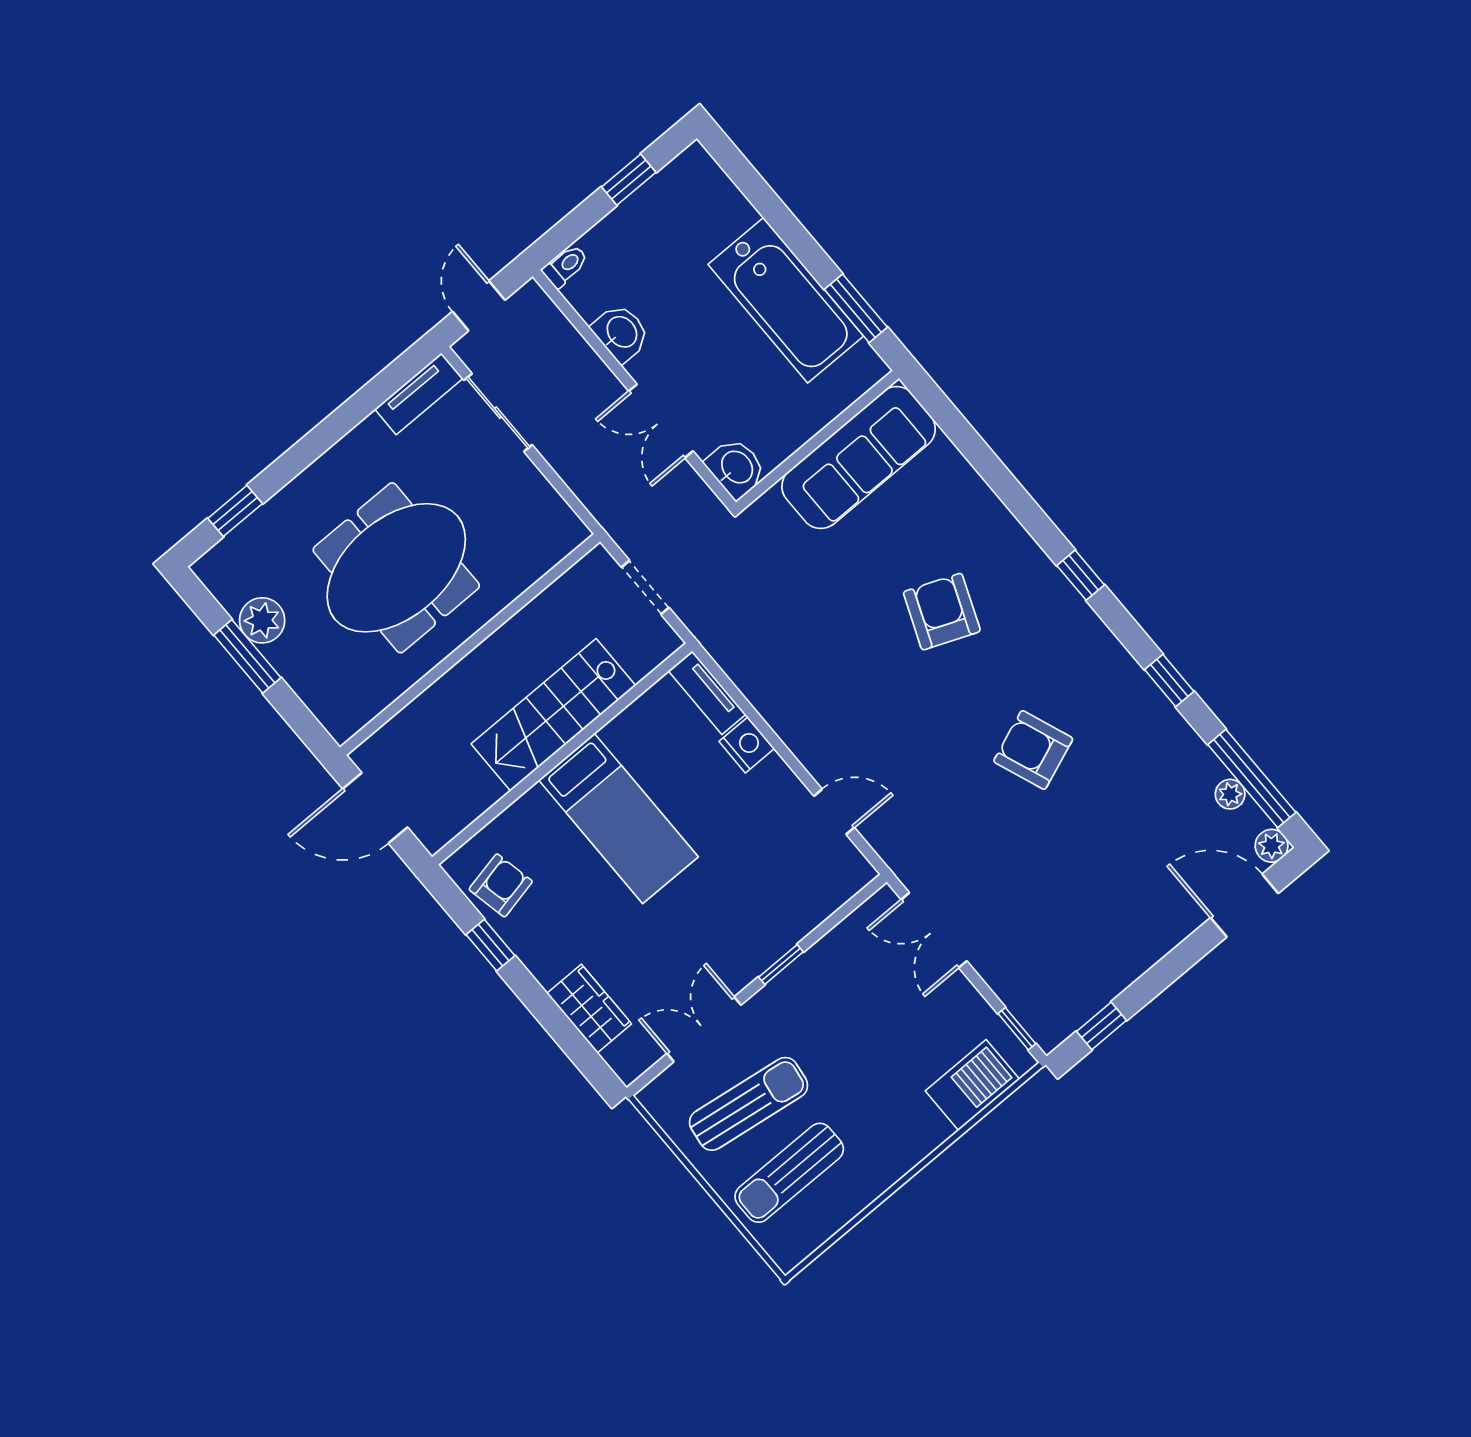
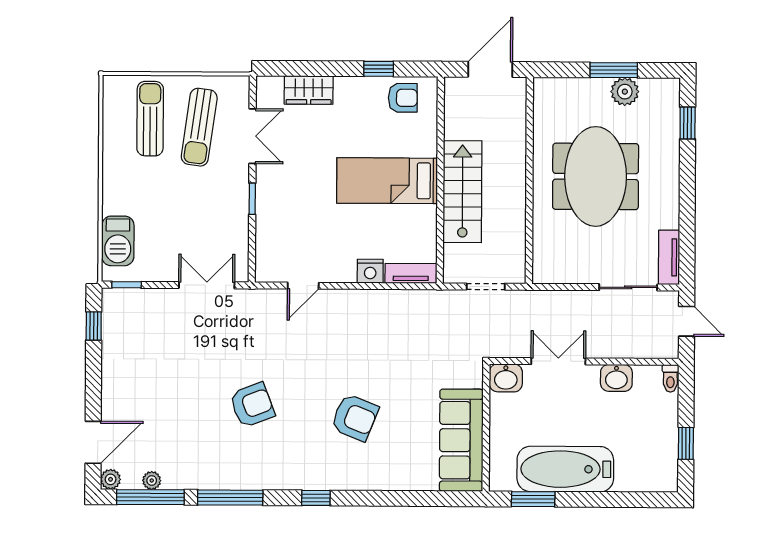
window: (1169, 681) -> (230, 498), width x2.17
armchair: (501, 885) -> (403, 98), turned -78

